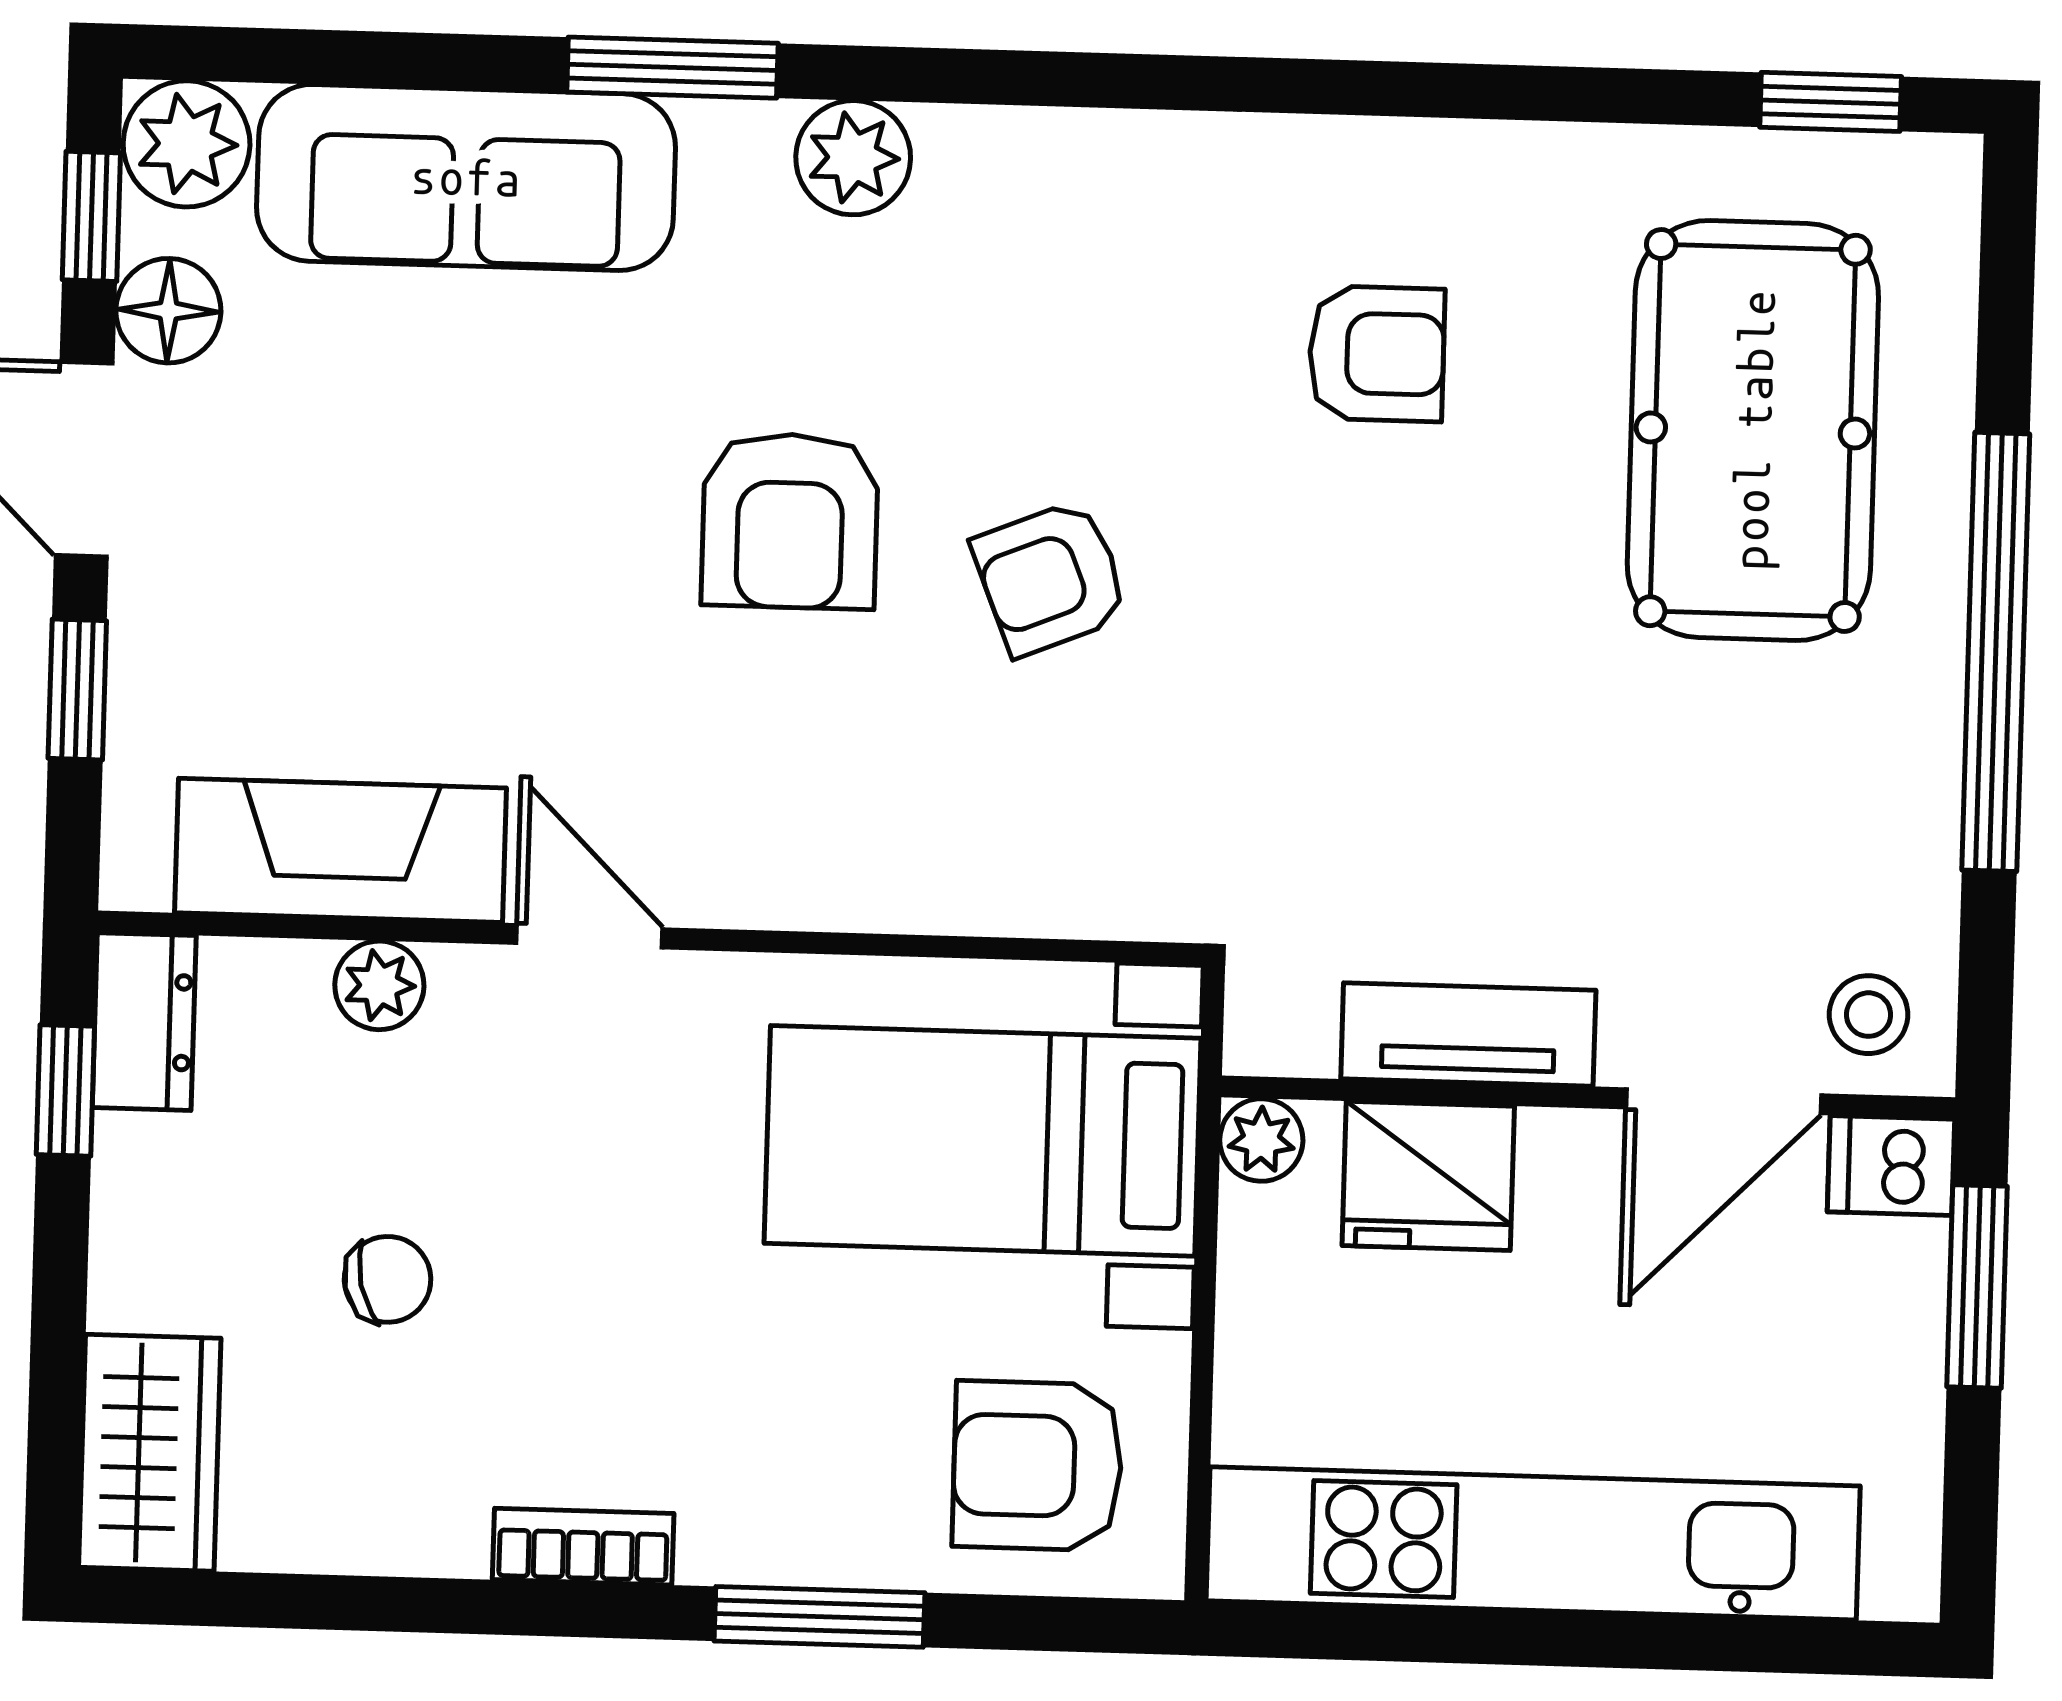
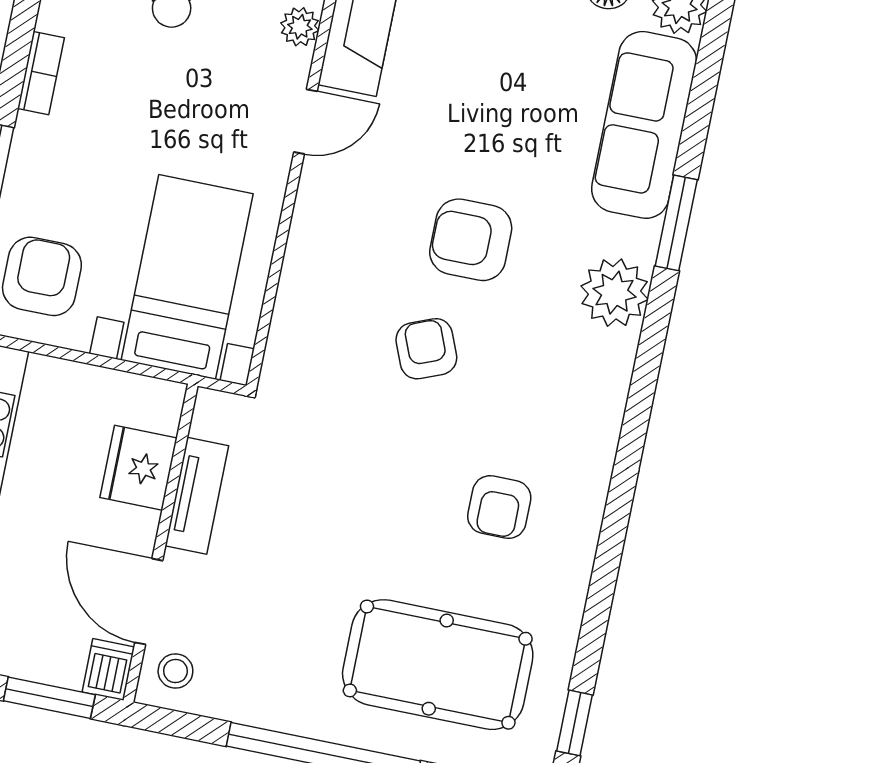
plant: (853, 158) -> (615, 293), width x1.36, depth x1.36
plant: (1261, 1140) -> (167, 398), removed

